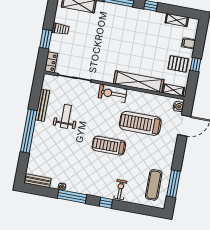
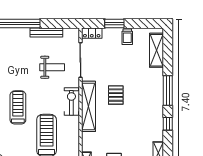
pallet: (114, 50) -> (116, 95), added
shelving: (139, 82) -> (88, 106), moved
weight bench: (66, 116) -> (52, 67), moved

